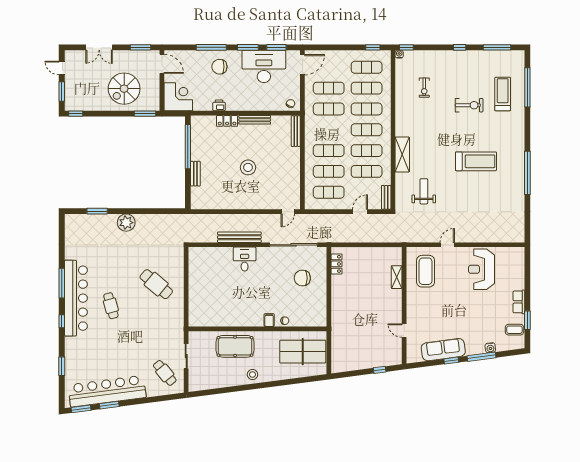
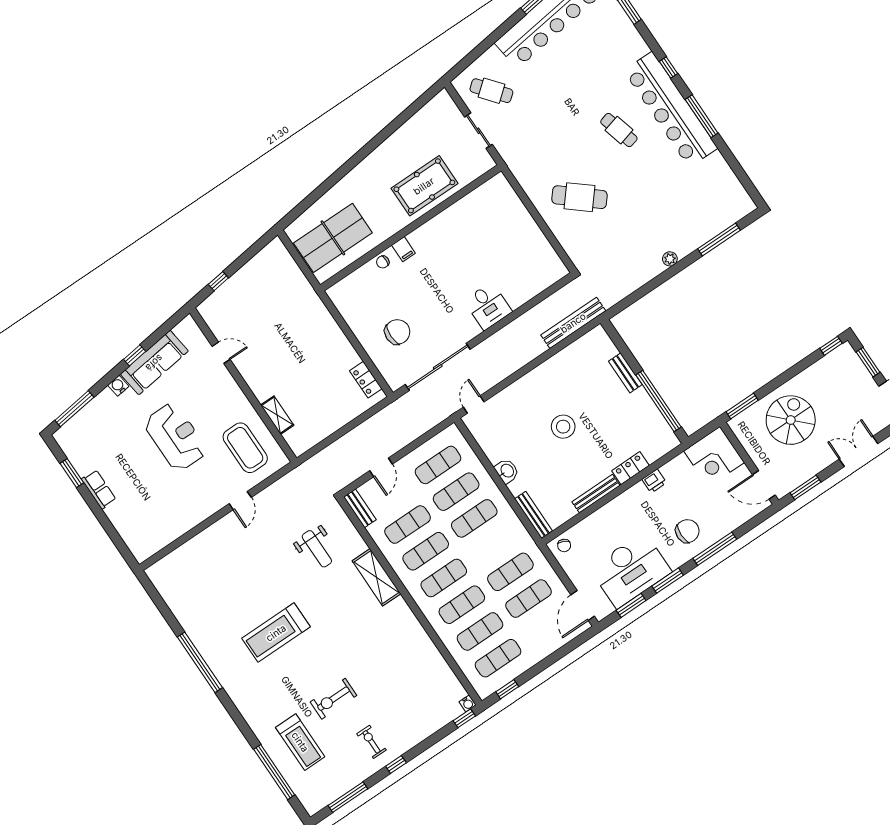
exercise bike: (424, 88) -> (371, 742), moved
washbasin: (294, 164) -> (507, 471), added
window: (97, 211) -> (719, 240), width x1.44
plant: (126, 223) -> (670, 259), width x0.53, depth x0.53
bench: (239, 237) -> (573, 323), moved
reception desk: (481, 269) -> (175, 437), moved
coffee table: (514, 330) -> (80, 450), removed
water cooler: (490, 348) -> (118, 386), moved
window: (481, 357) -> (74, 409), moved
stool: (252, 375) -> (377, 165), removed

